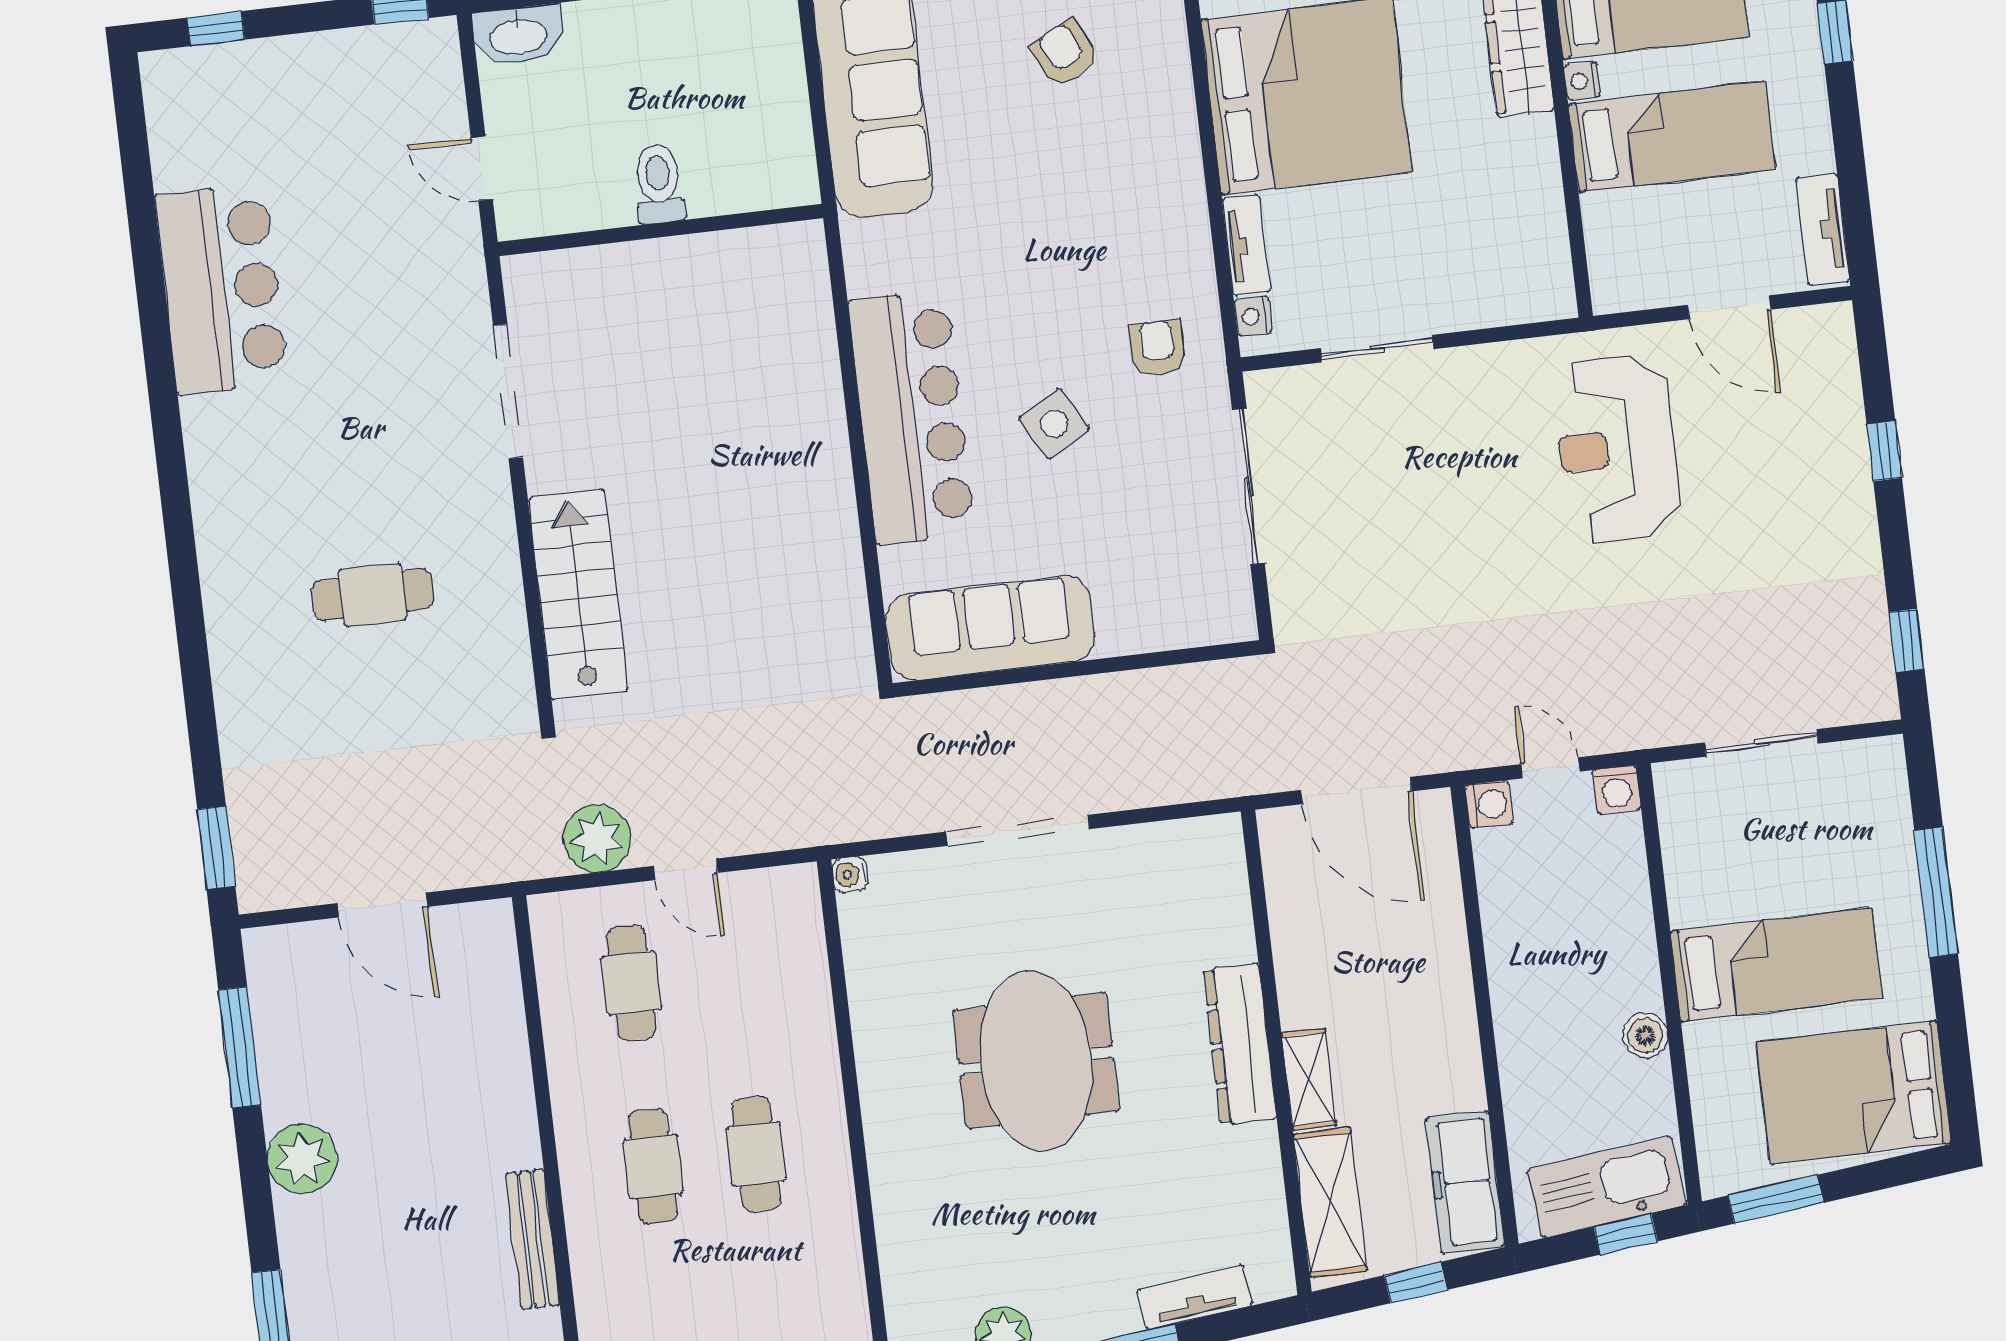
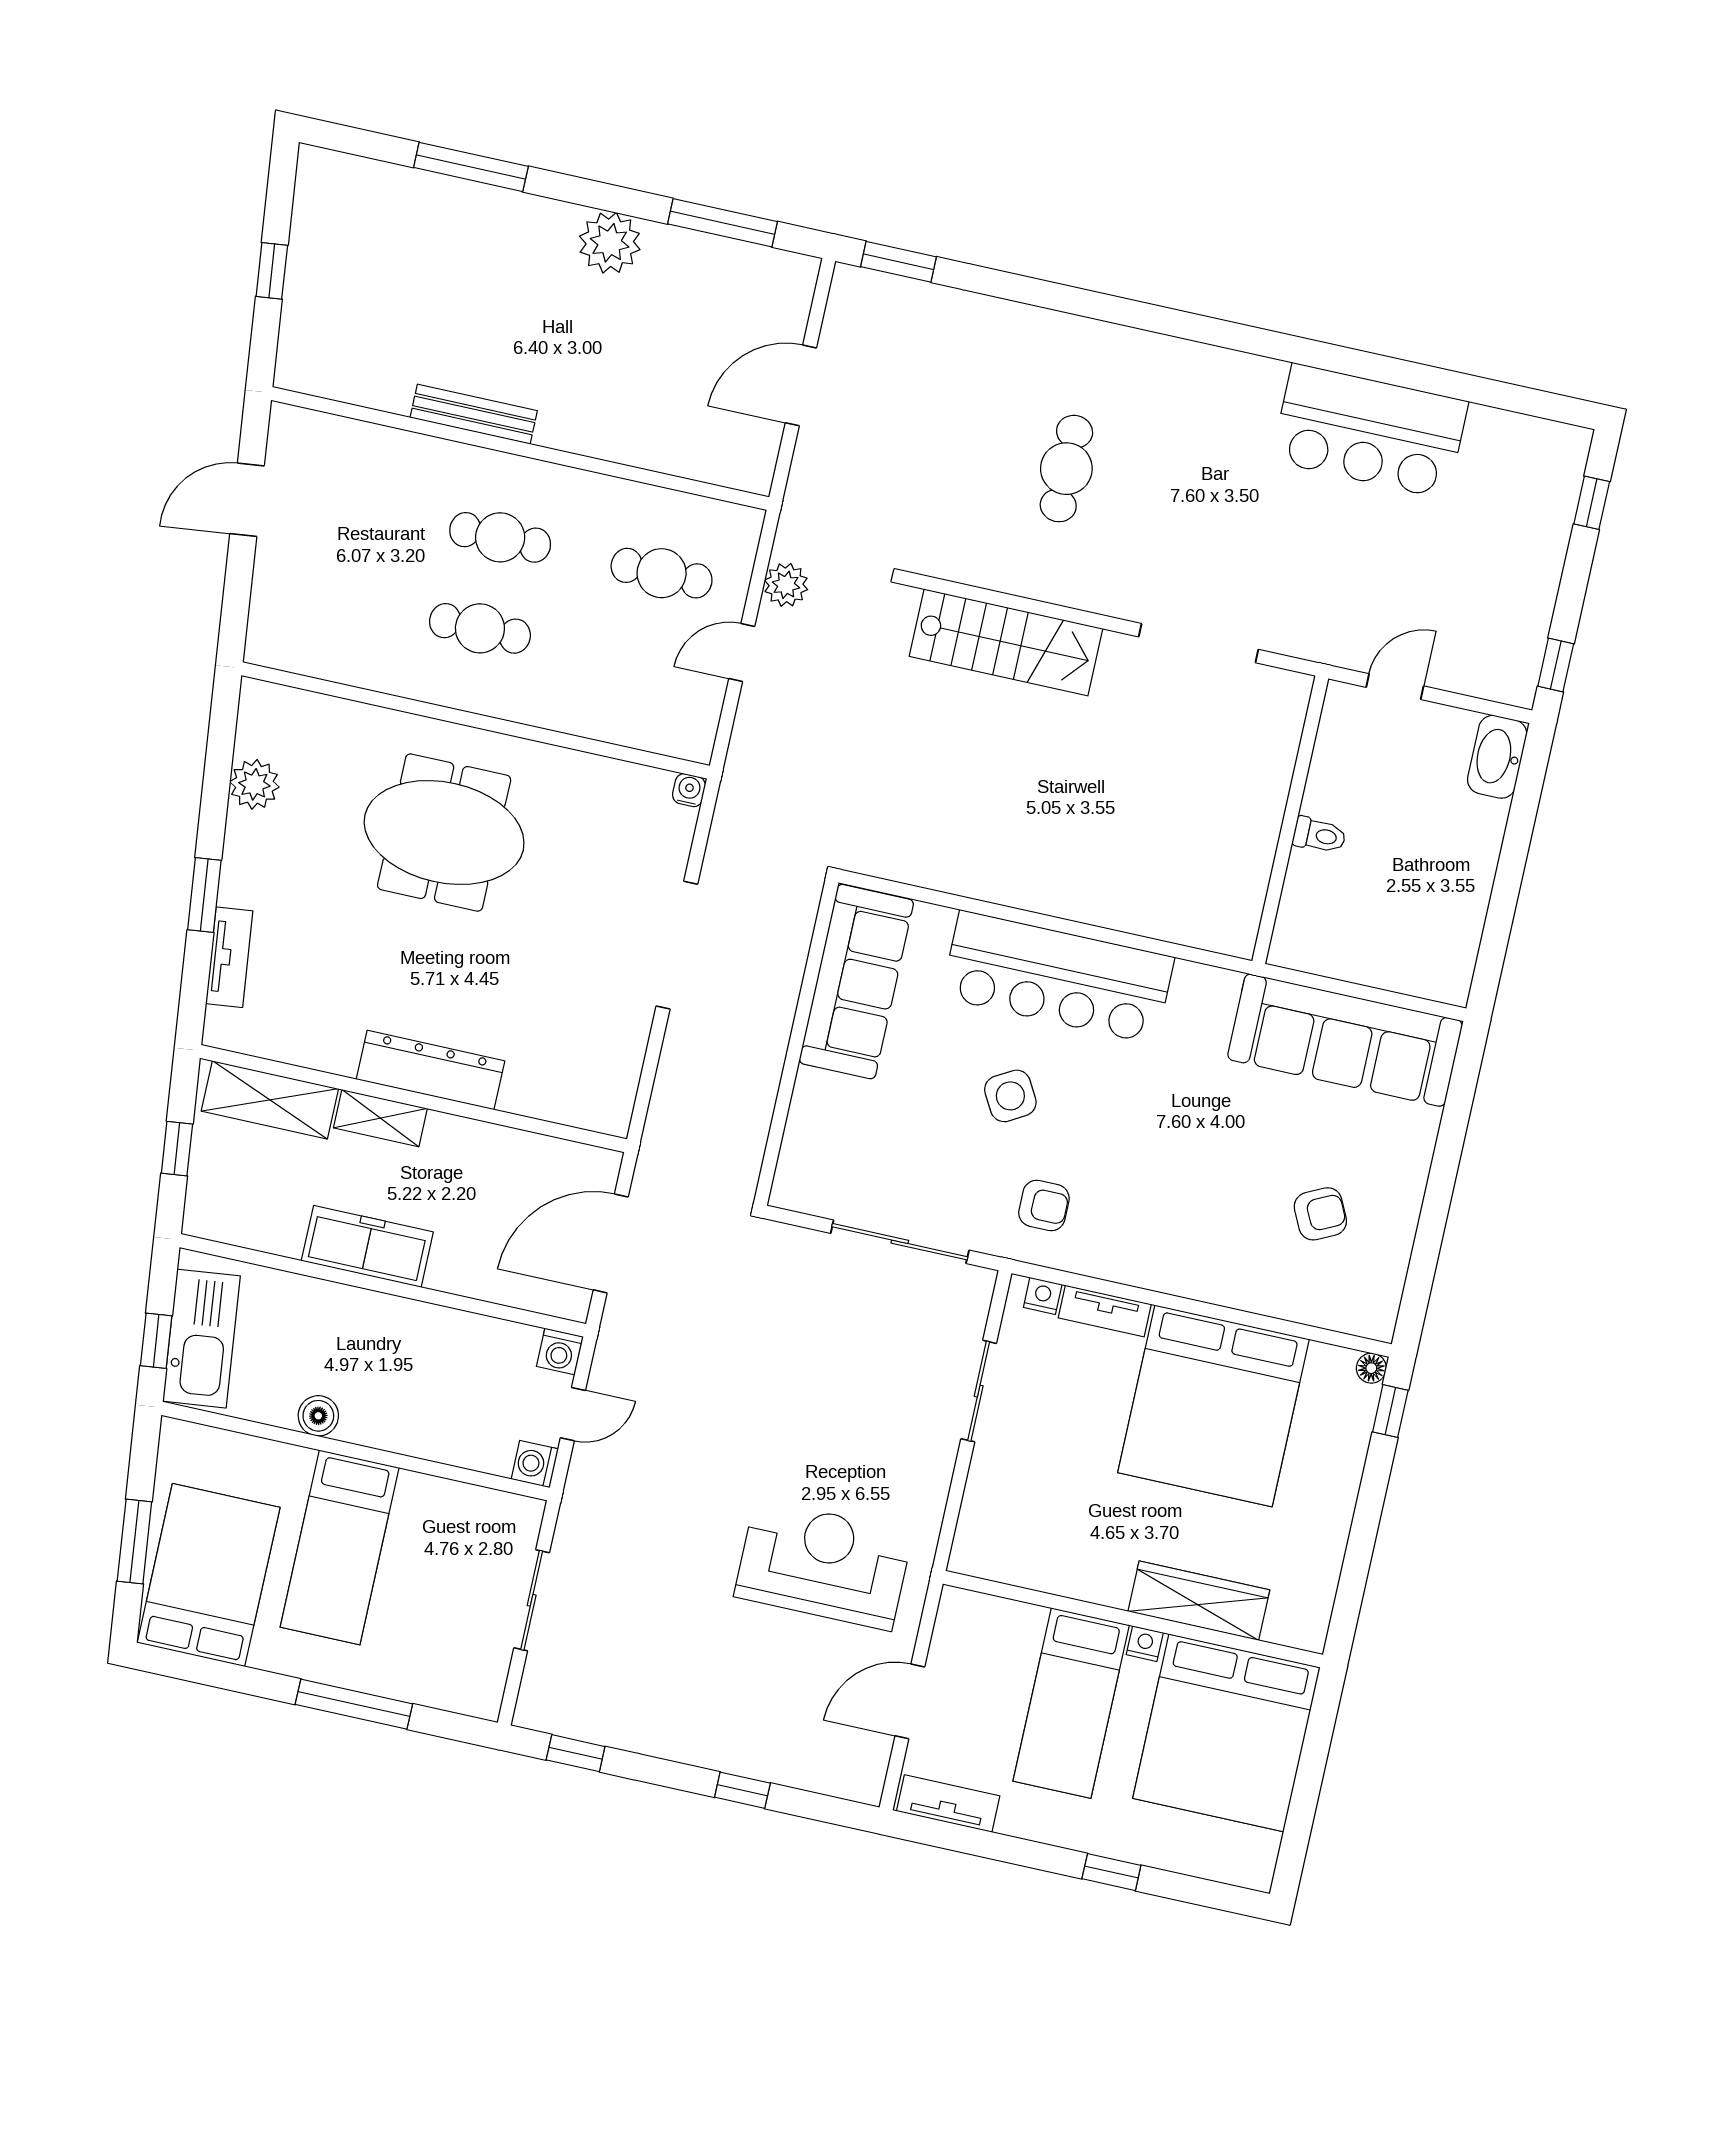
toilet: (659, 184) -> (1319, 835), width x0.73, depth x0.72
plant: (597, 839) -> (786, 585), width x0.73, depth x0.73
meeting table: (1036, 1061) -> (444, 833), moved
freezer: (1465, 1182) -> (367, 1246), moved
window: (1776, 1199) -> (134, 1542), moved

